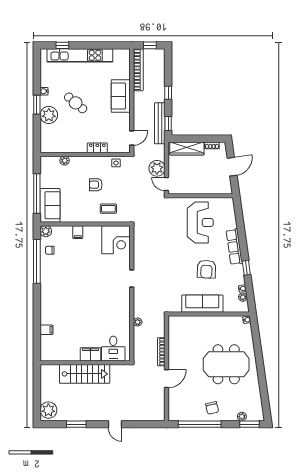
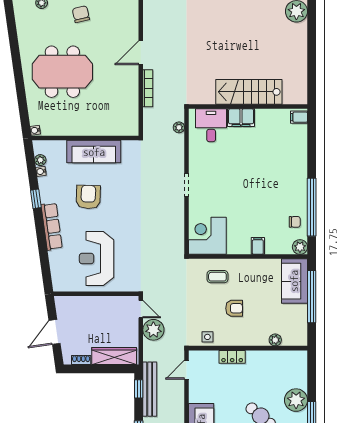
desk: (113, 349) -> (211, 125), moved
filing cabinet: (90, 354) -> (241, 118), moved
wall: (85, 363) -> (248, 106), moved
stairs: (85, 374) -> (249, 92), moved

